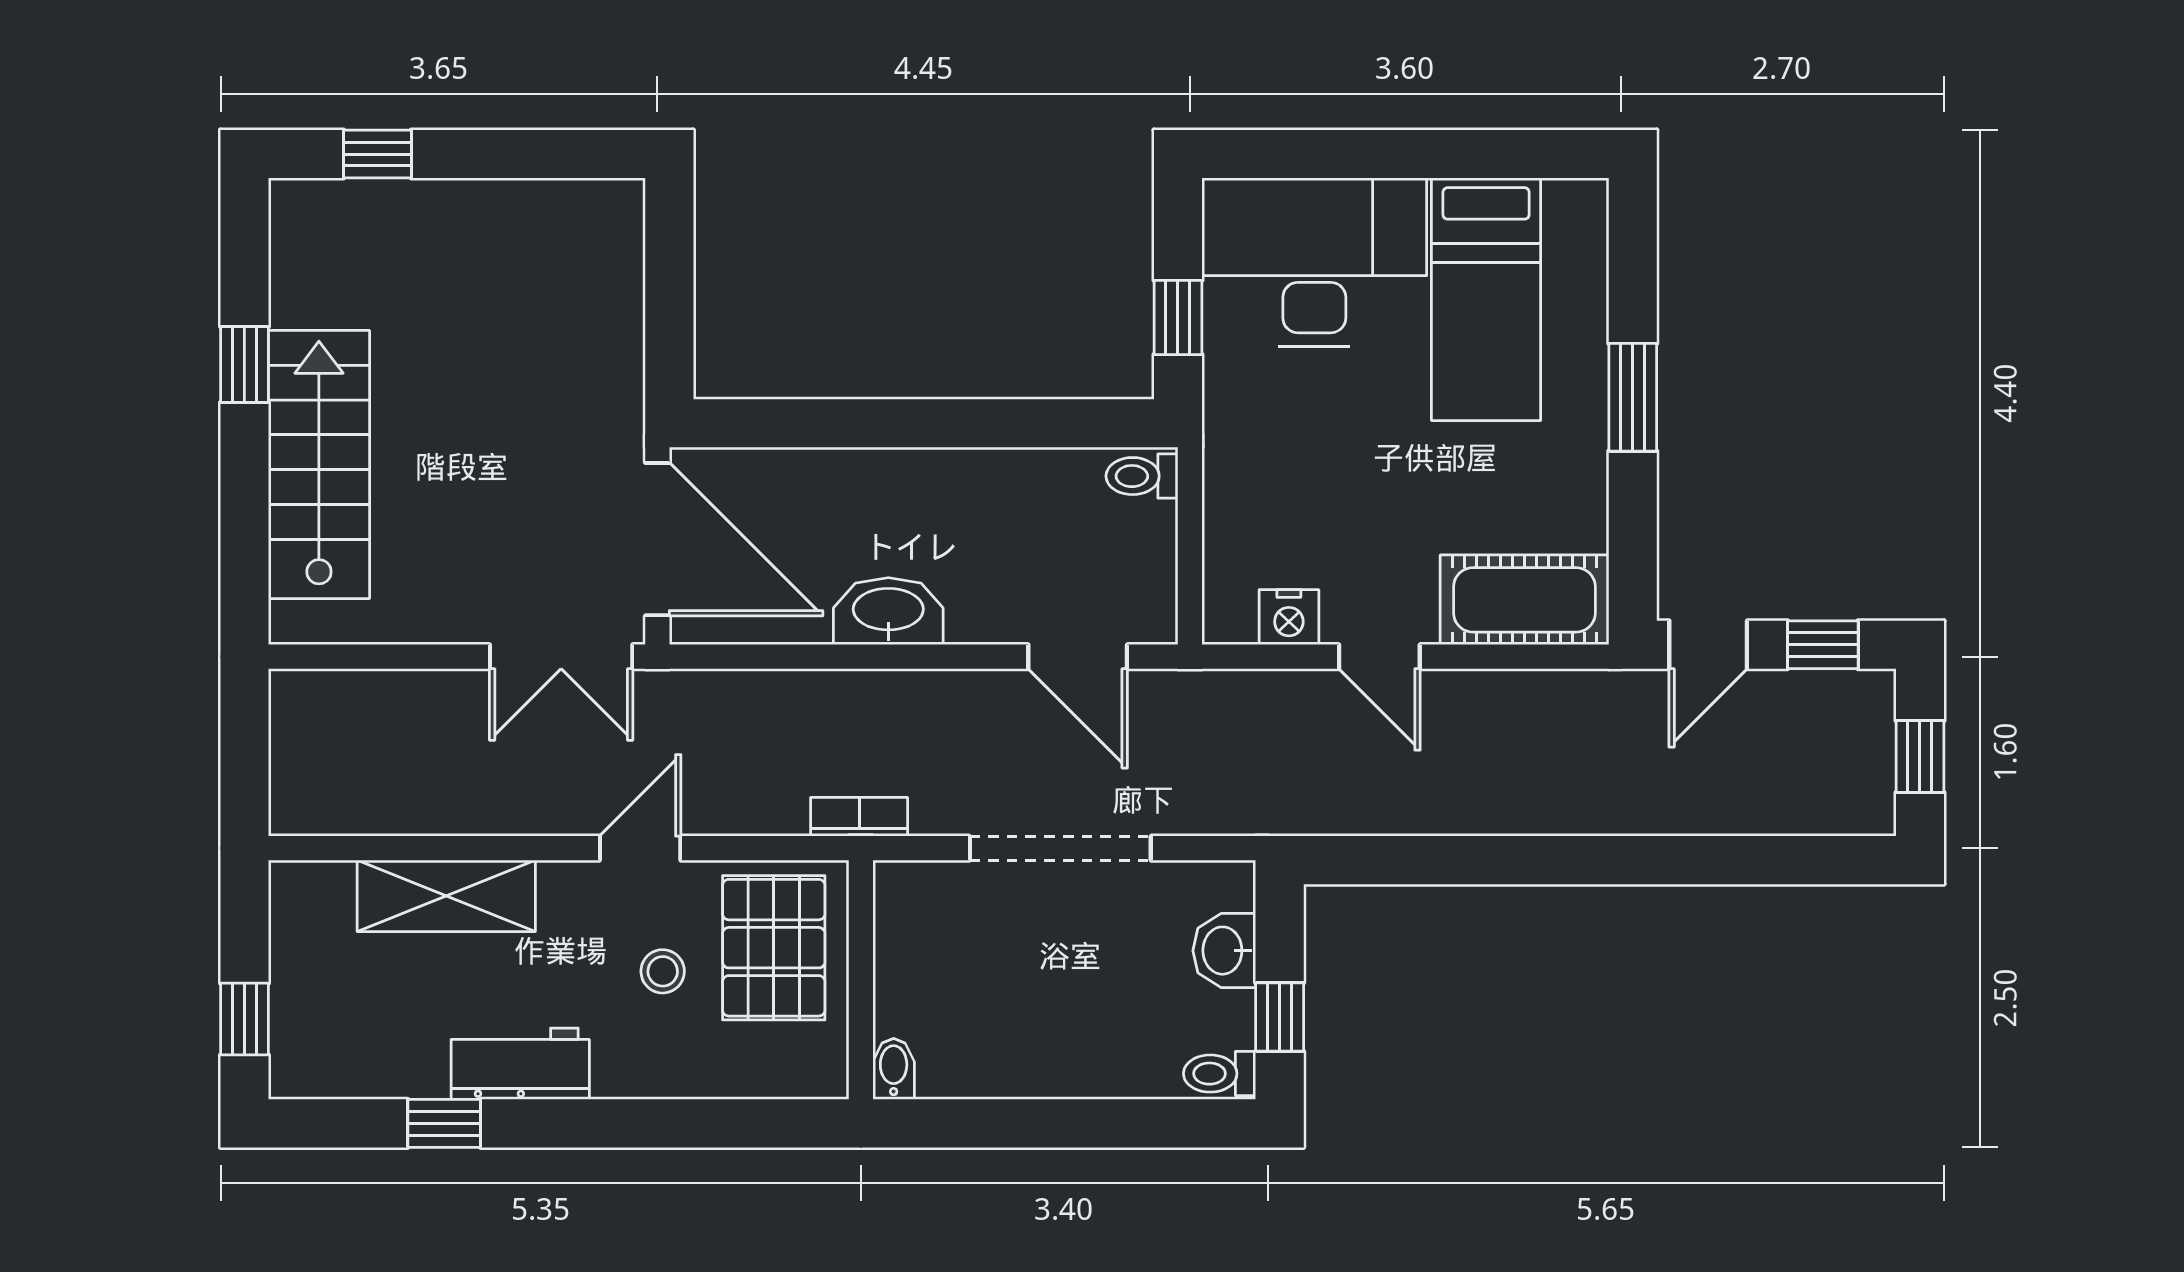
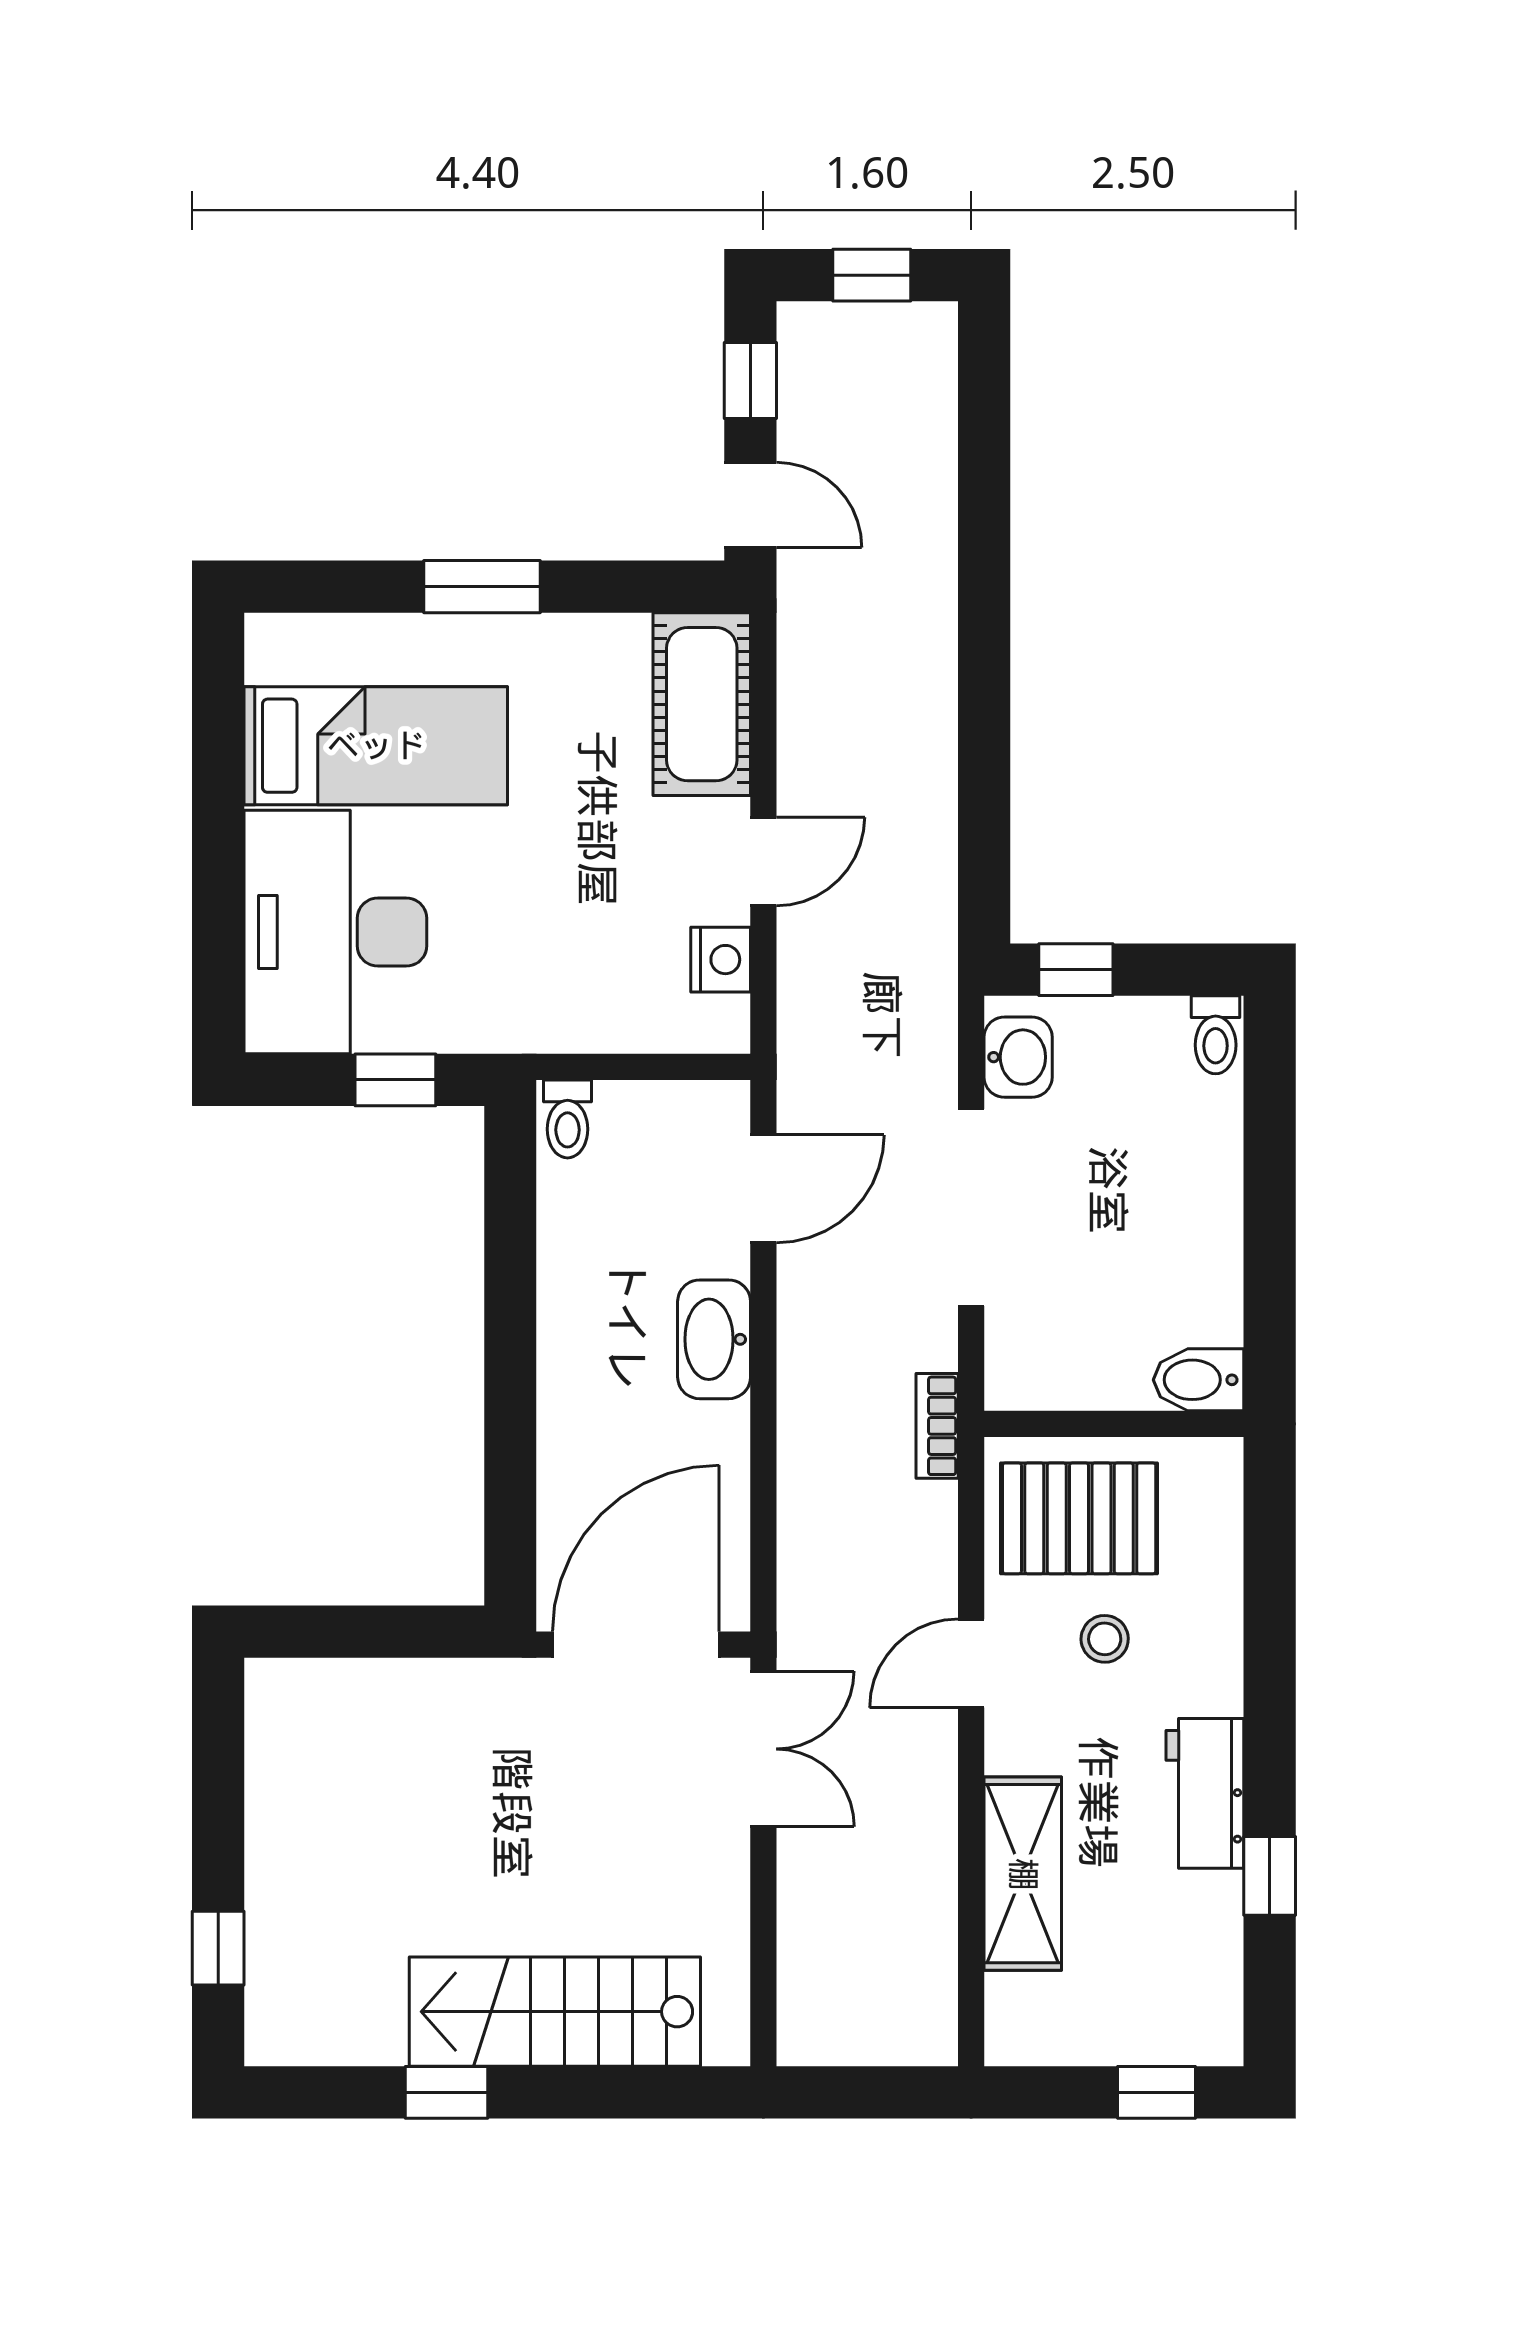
washbasin: (888, 611) -> (714, 1339), moved
door: (640, 848) -> (971, 1663), hinge flipped
washbasin: (1224, 951) -> (1018, 1057), moved, turned -90
window: (1280, 1017) -> (1076, 970), moved
bidet: (894, 1069) -> (1199, 1380), width x1.38, depth x1.36

